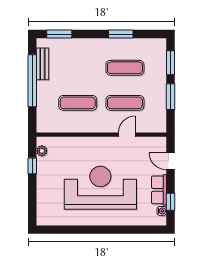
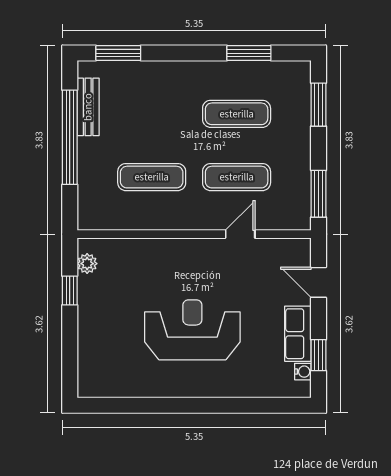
window: (121, 34) -> (249, 53), moved
window: (170, 97) -> (318, 194), moved
reception desk: (100, 188) -> (192, 330), width x0.74, depth x0.77

